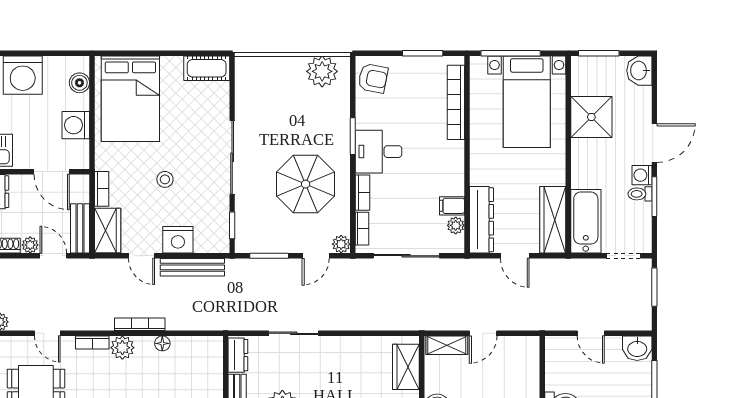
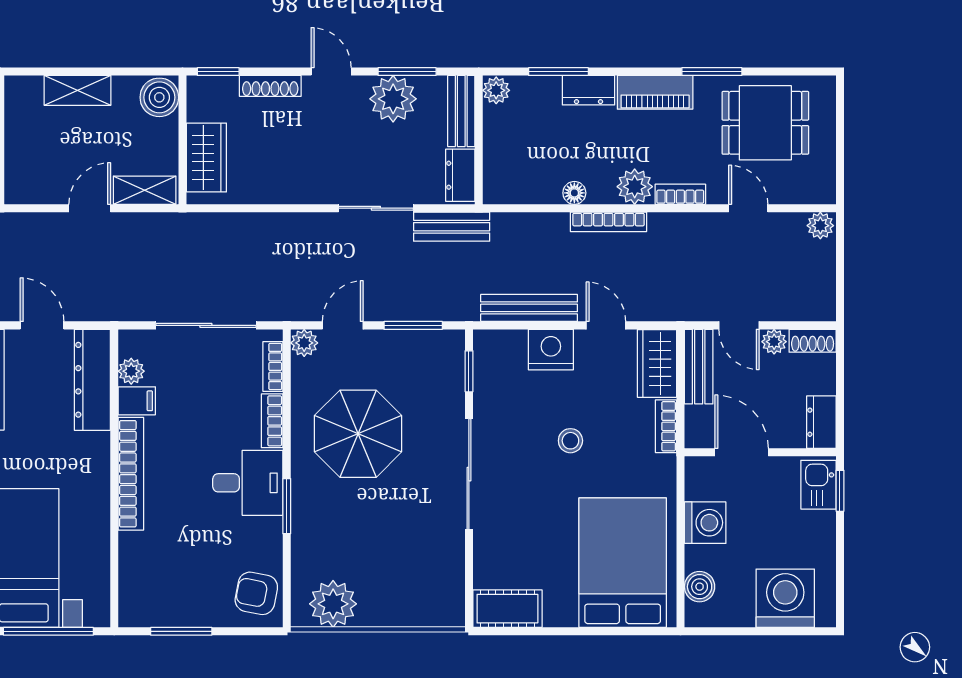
bookcase: (456, 102) -> (131, 474), moved
bench: (244, 321) -> (452, 227), added

